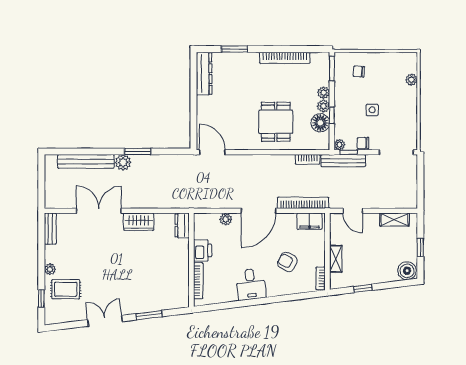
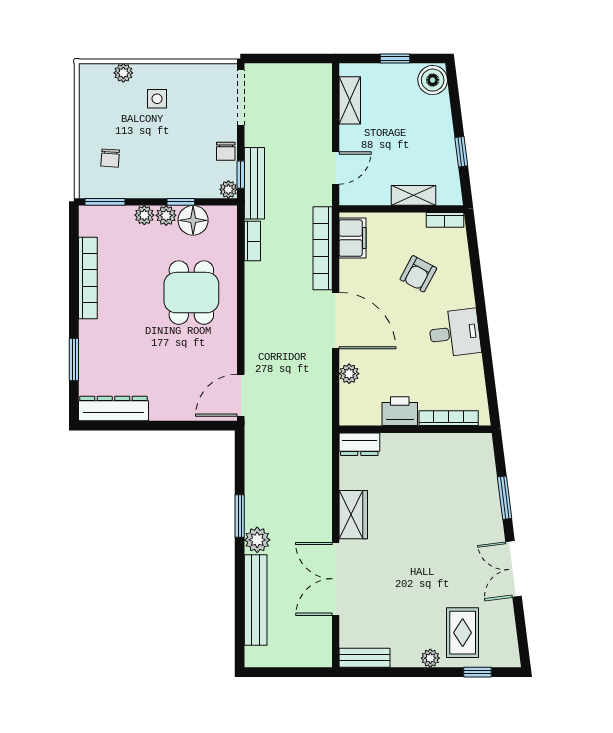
side table: (372, 110) -> (157, 99), moved
dining table: (276, 122) -> (191, 293), turned 90

